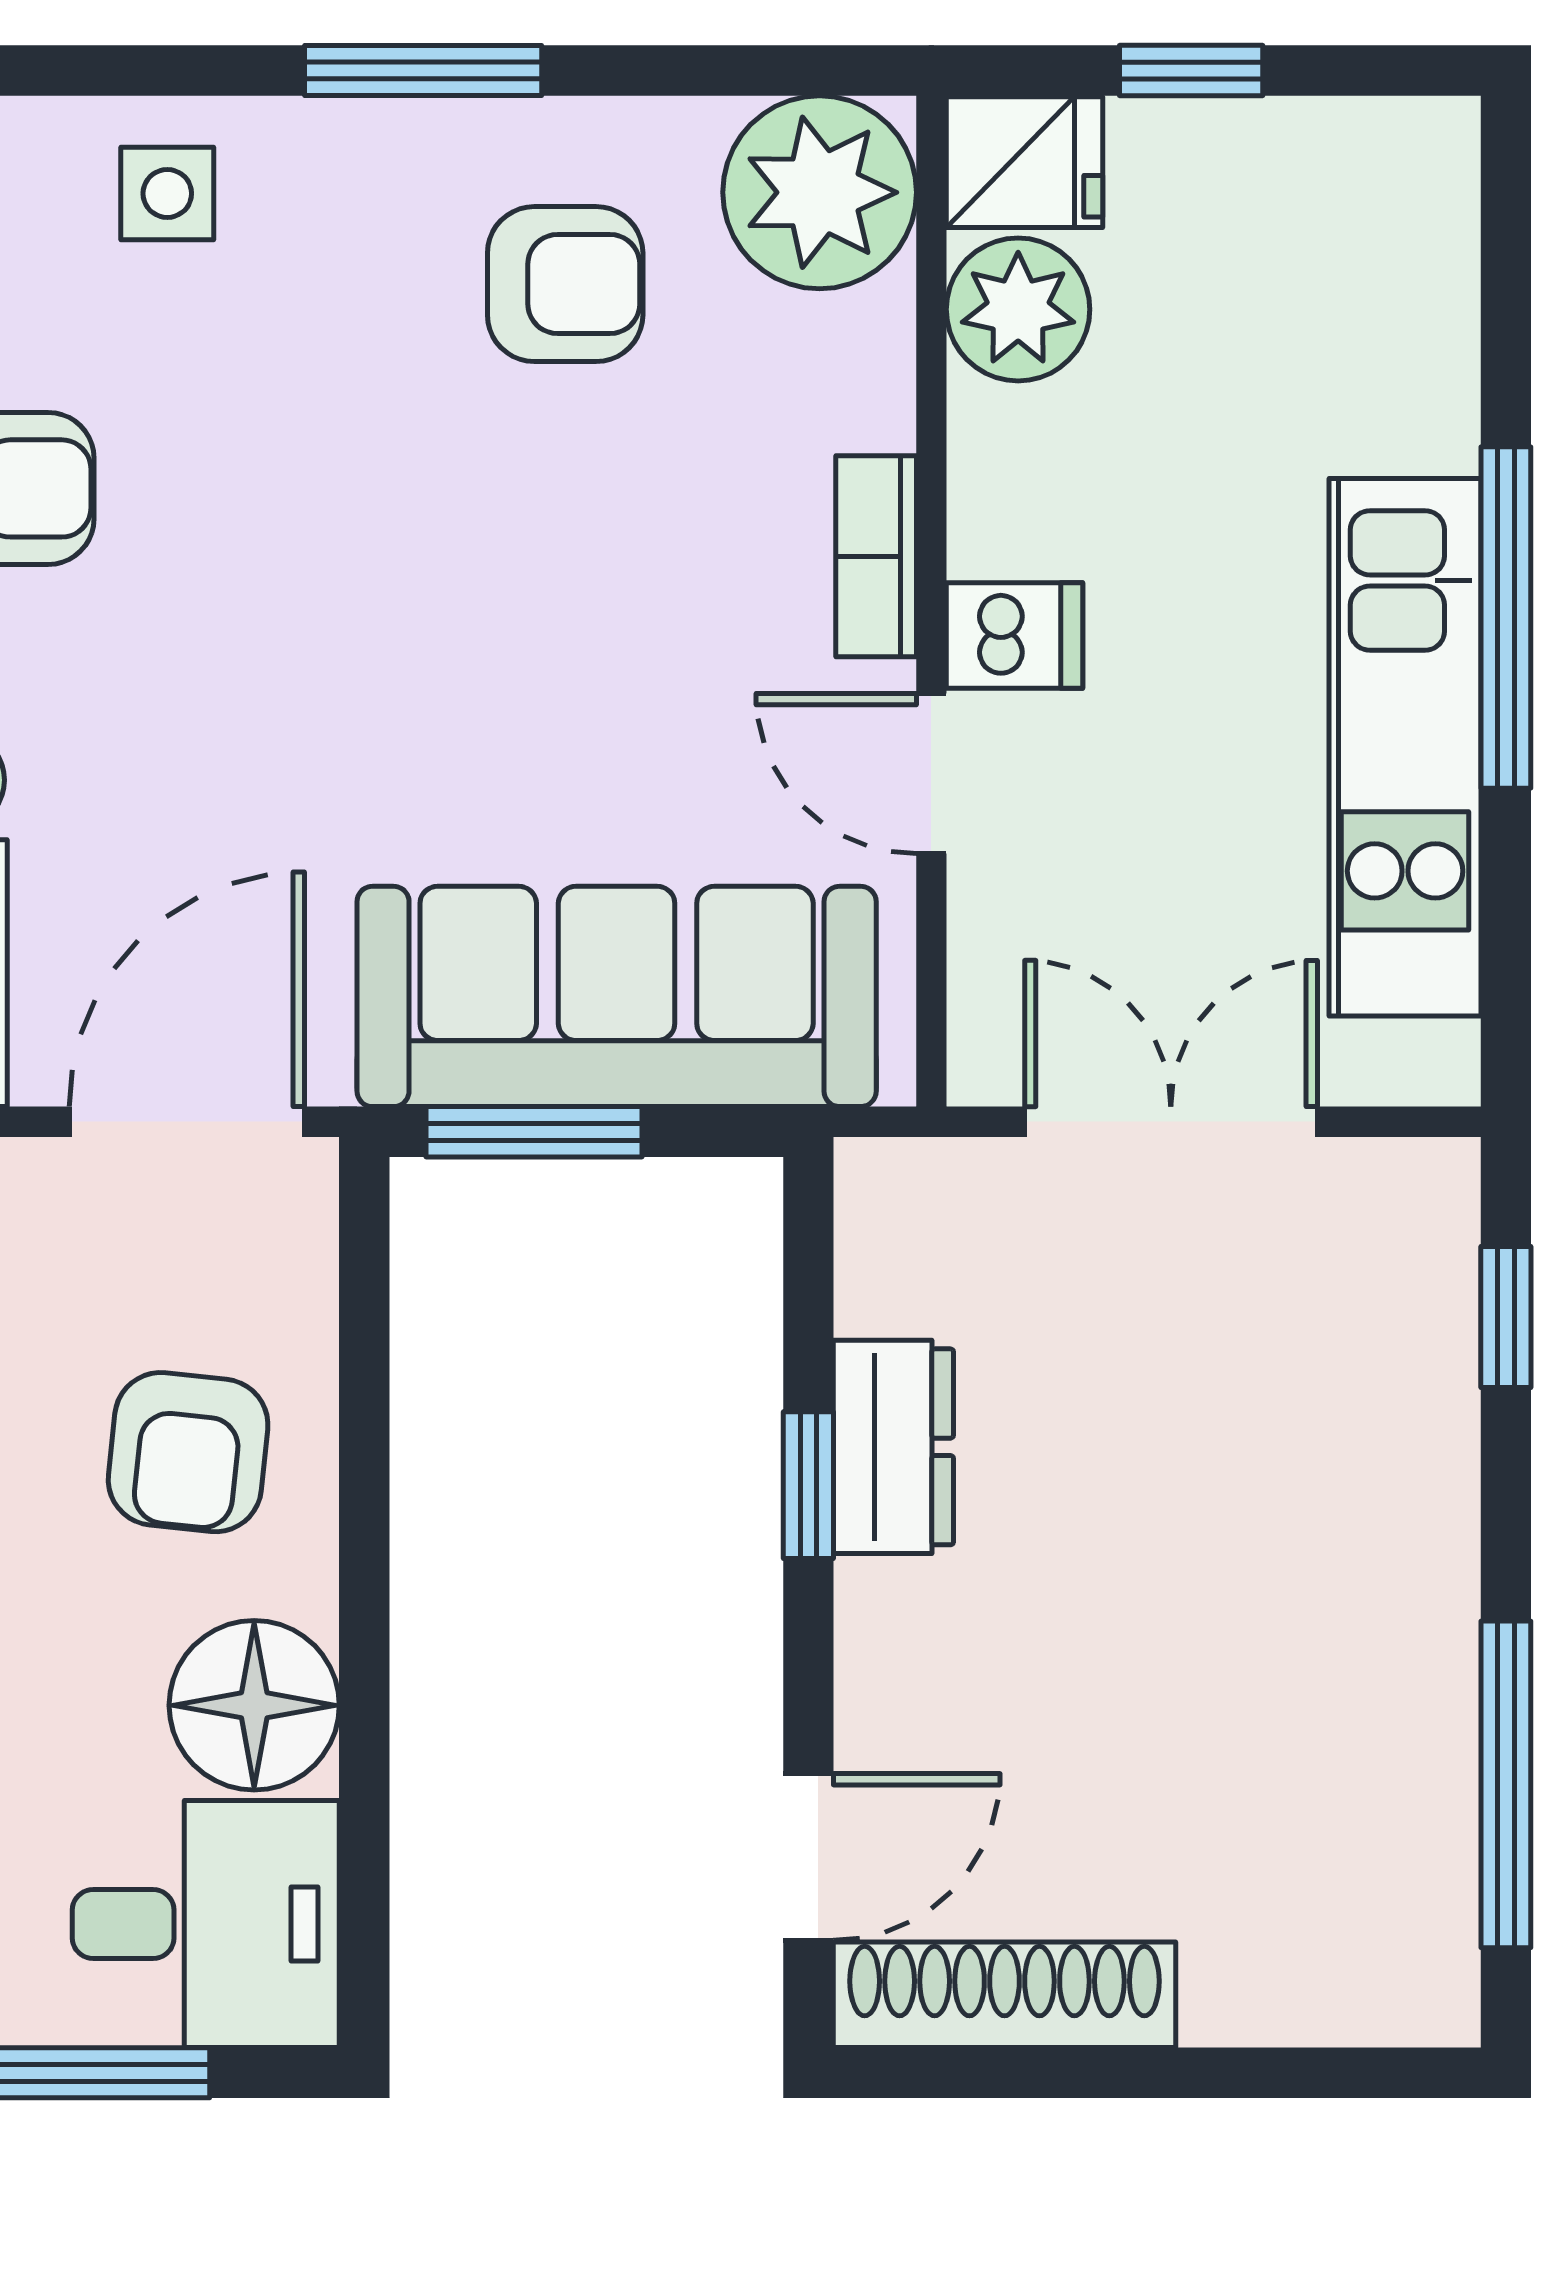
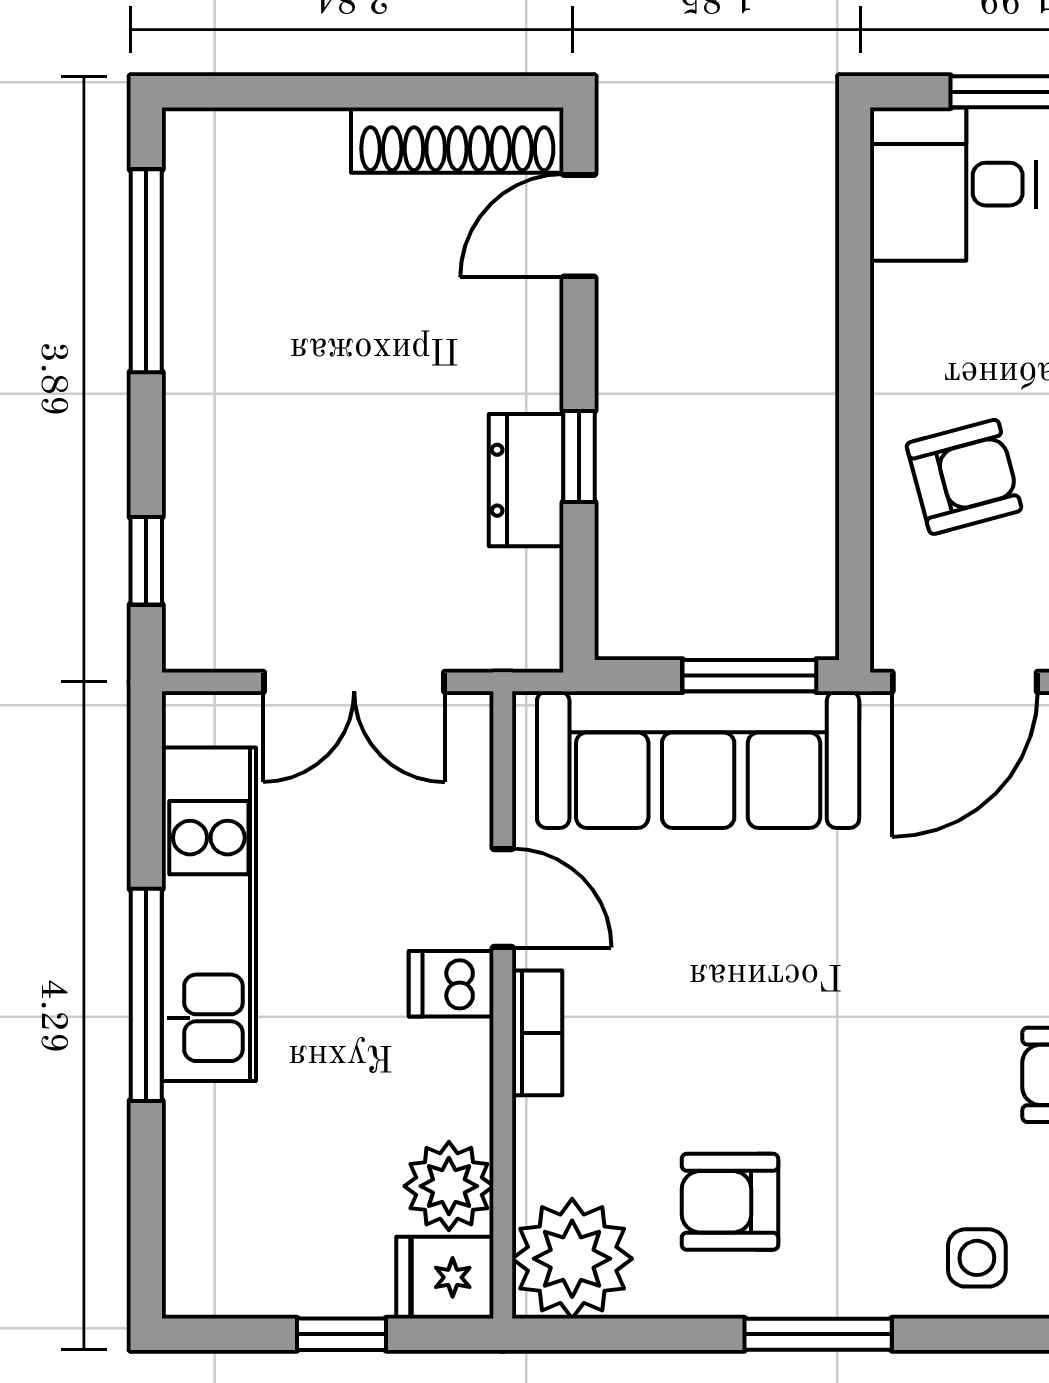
armchair: (188, 1452) -> (964, 477), turned 69
floor lamp: (254, 1705) -> (923, 320), removed

